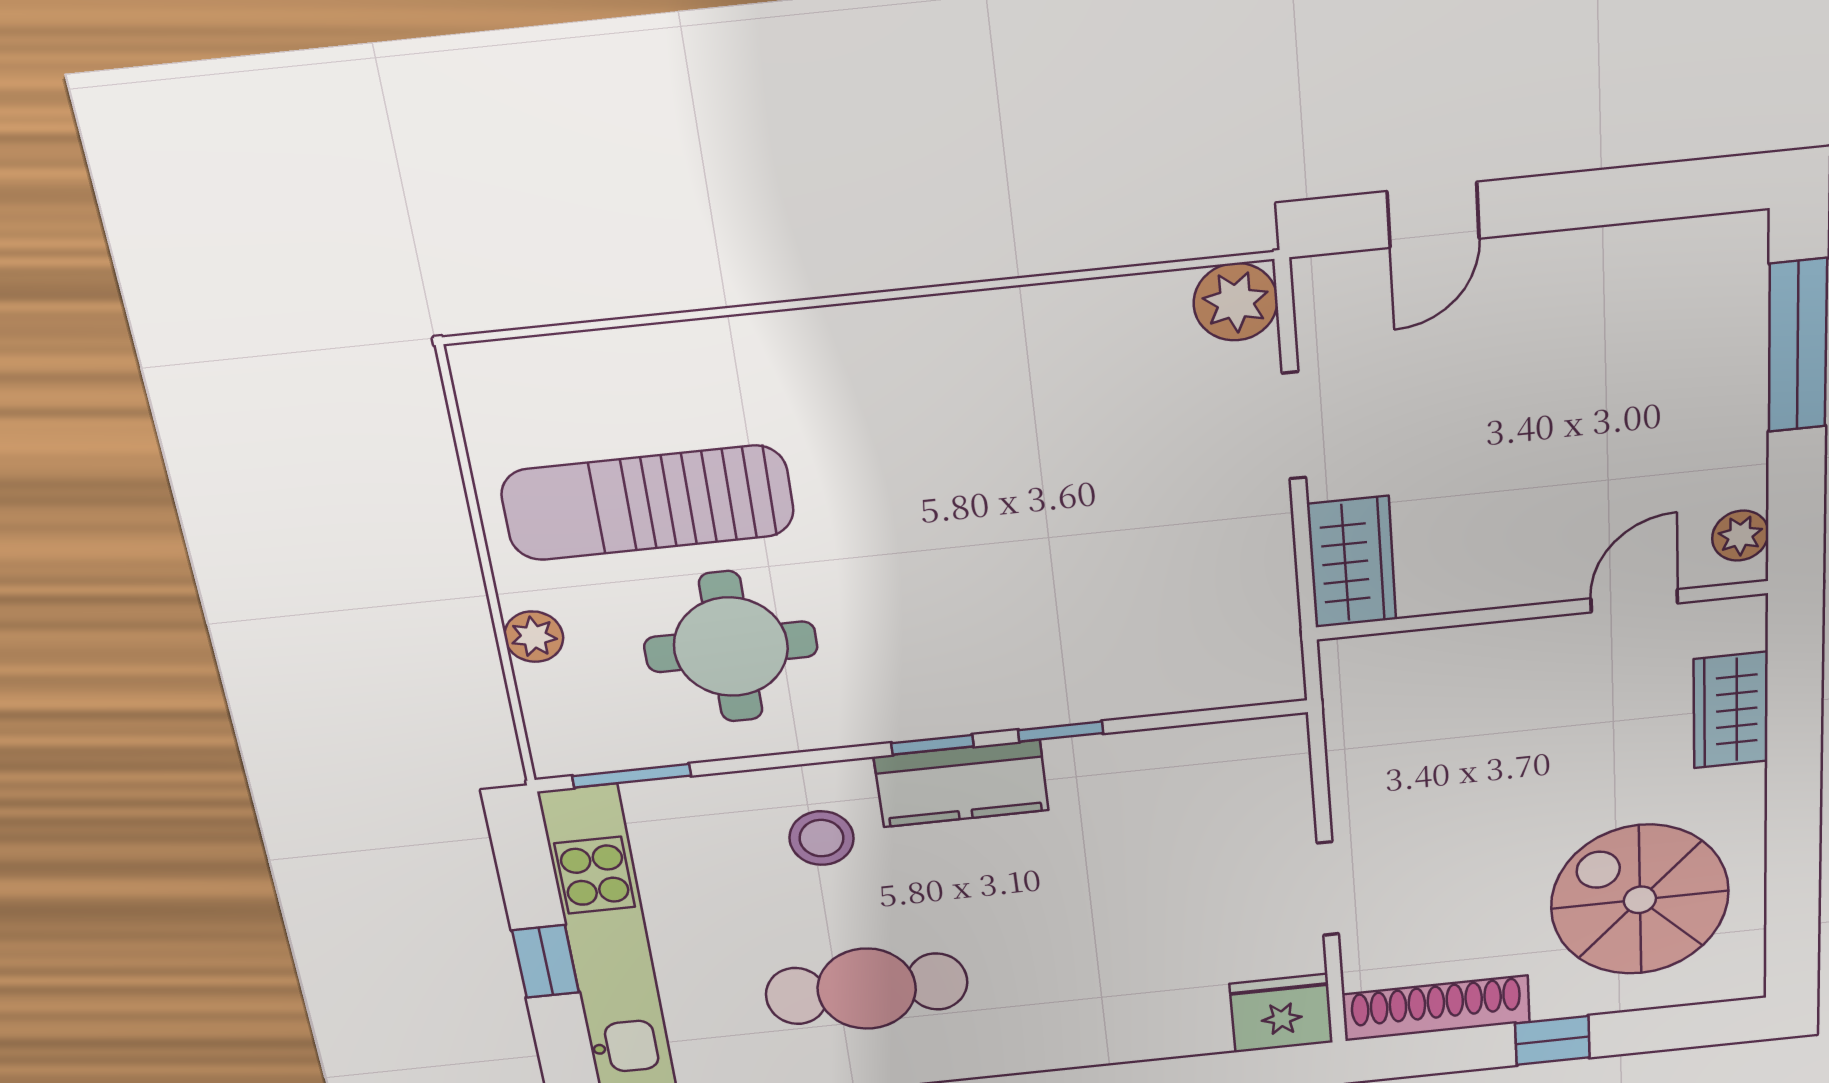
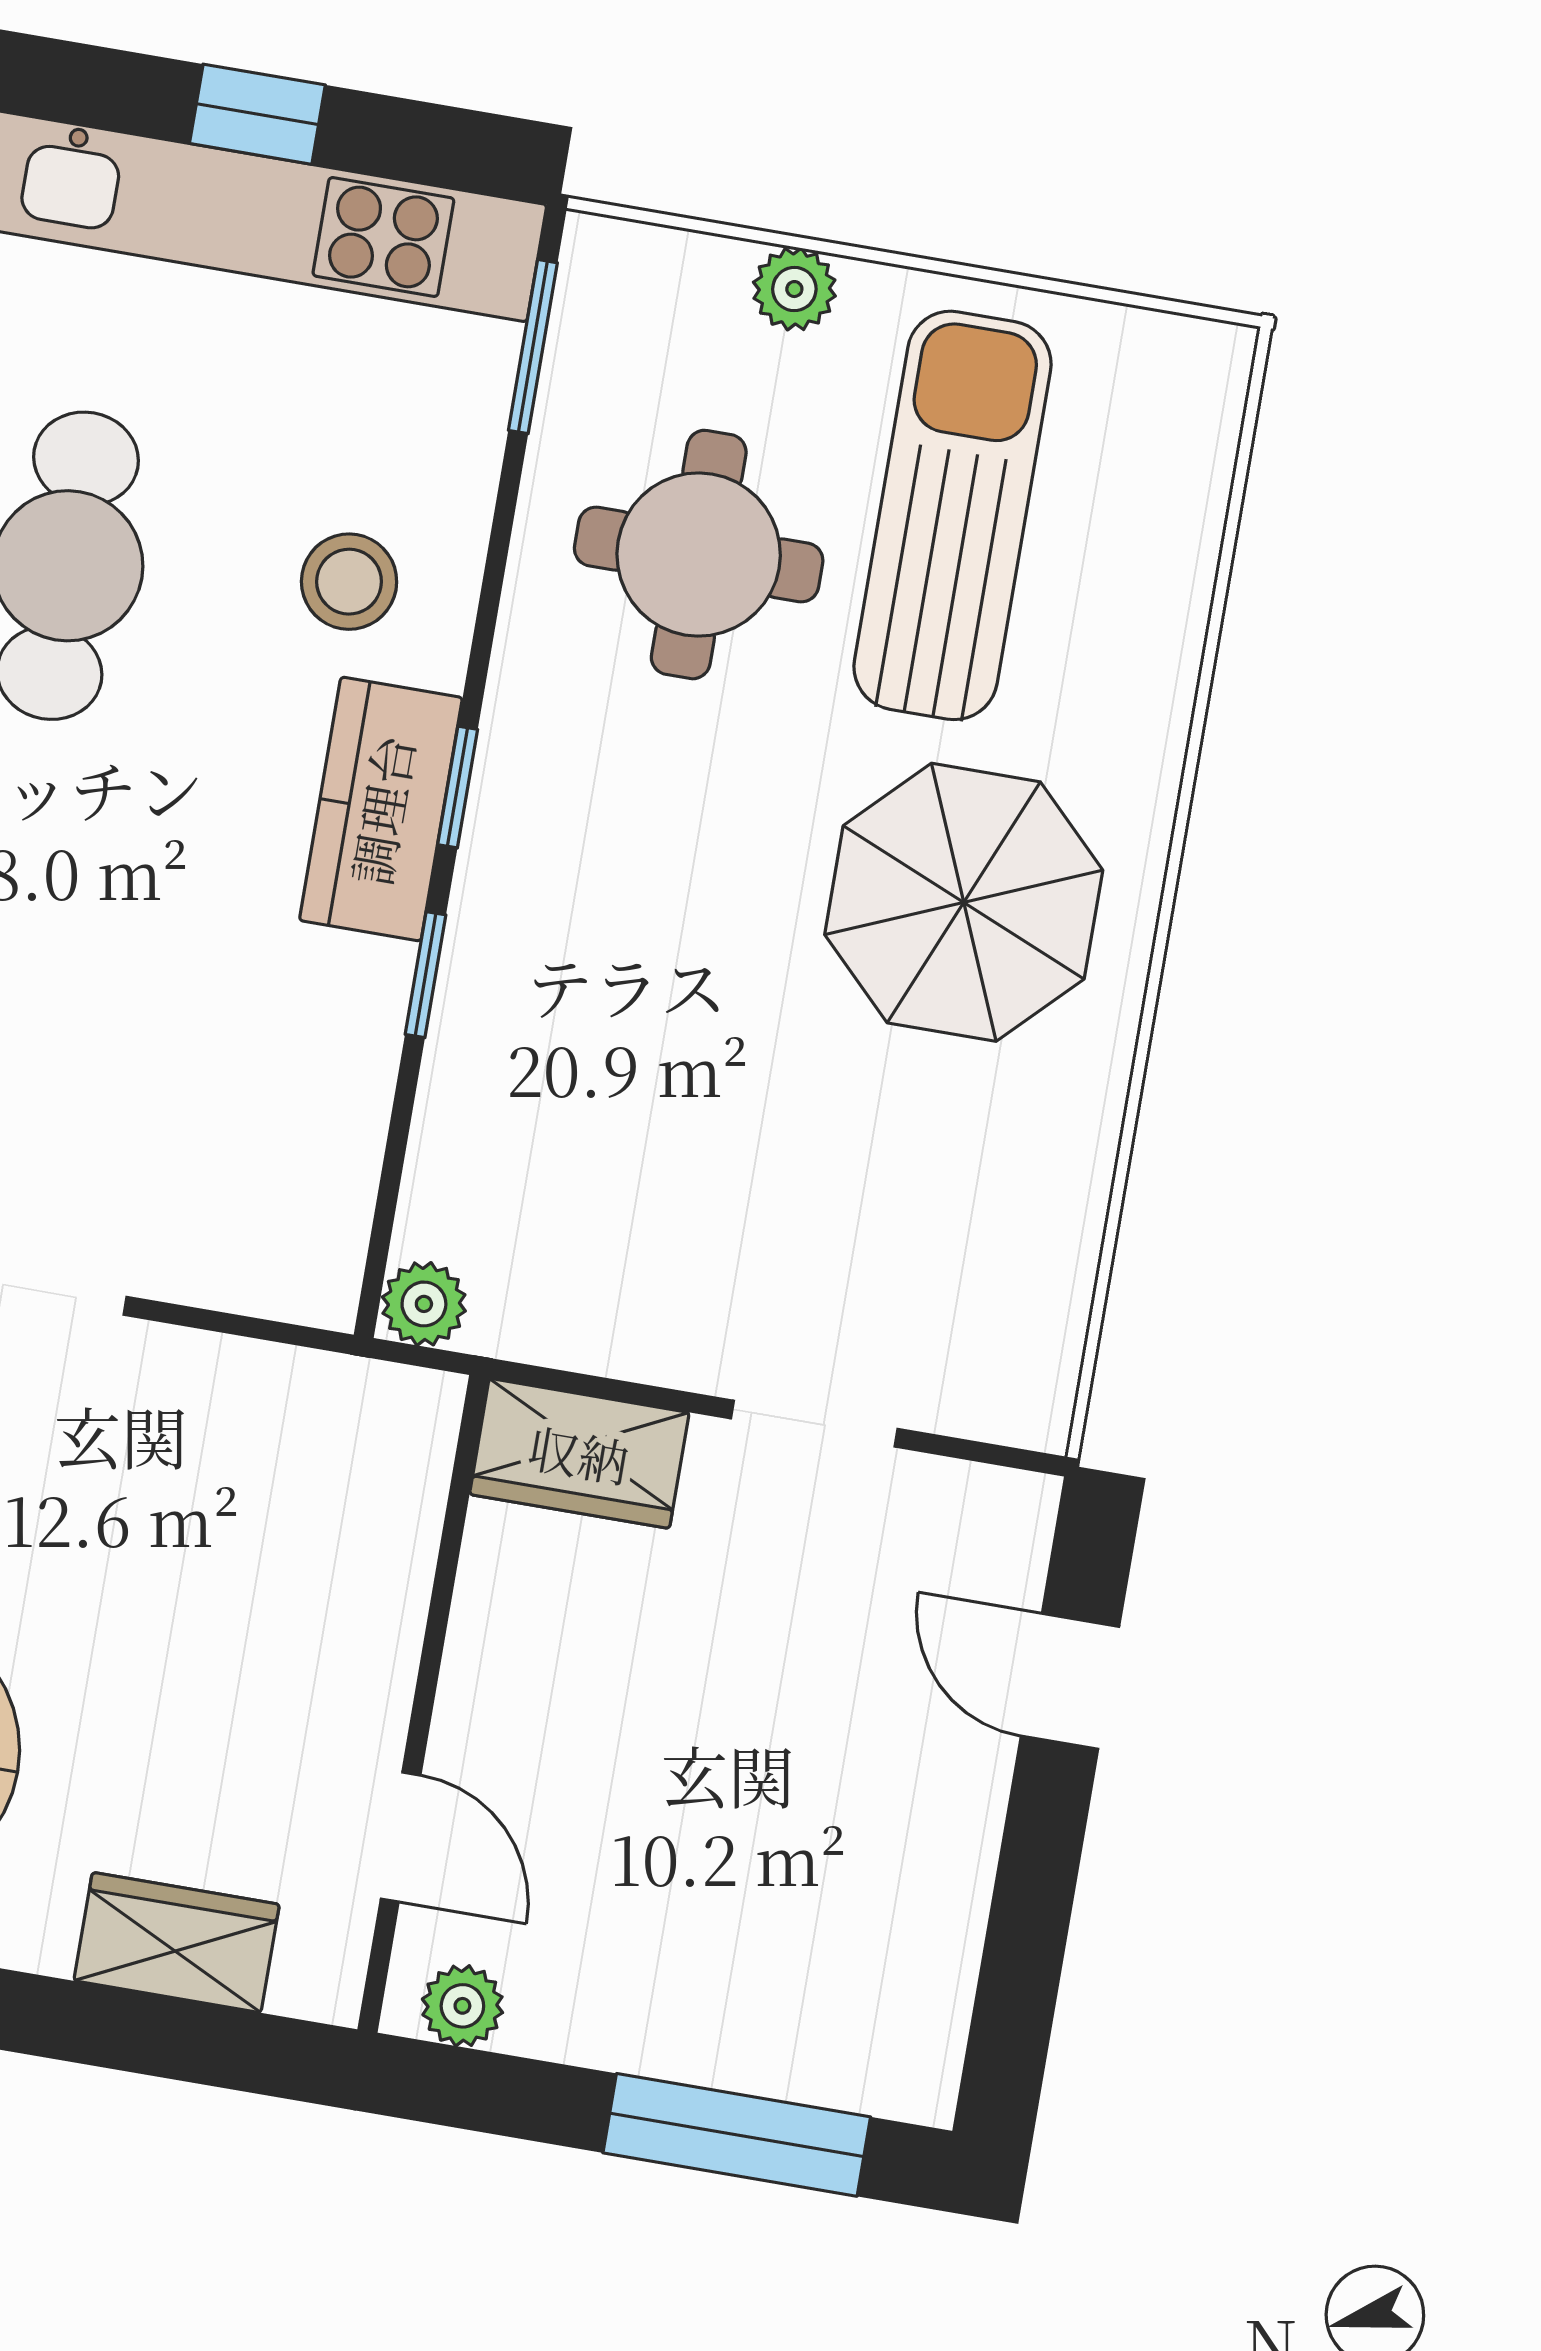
plant: (1236, 302) -> (424, 1304), moved, width x0.73, depth x0.73
parasol: (909, 427) -> (964, 902), added

